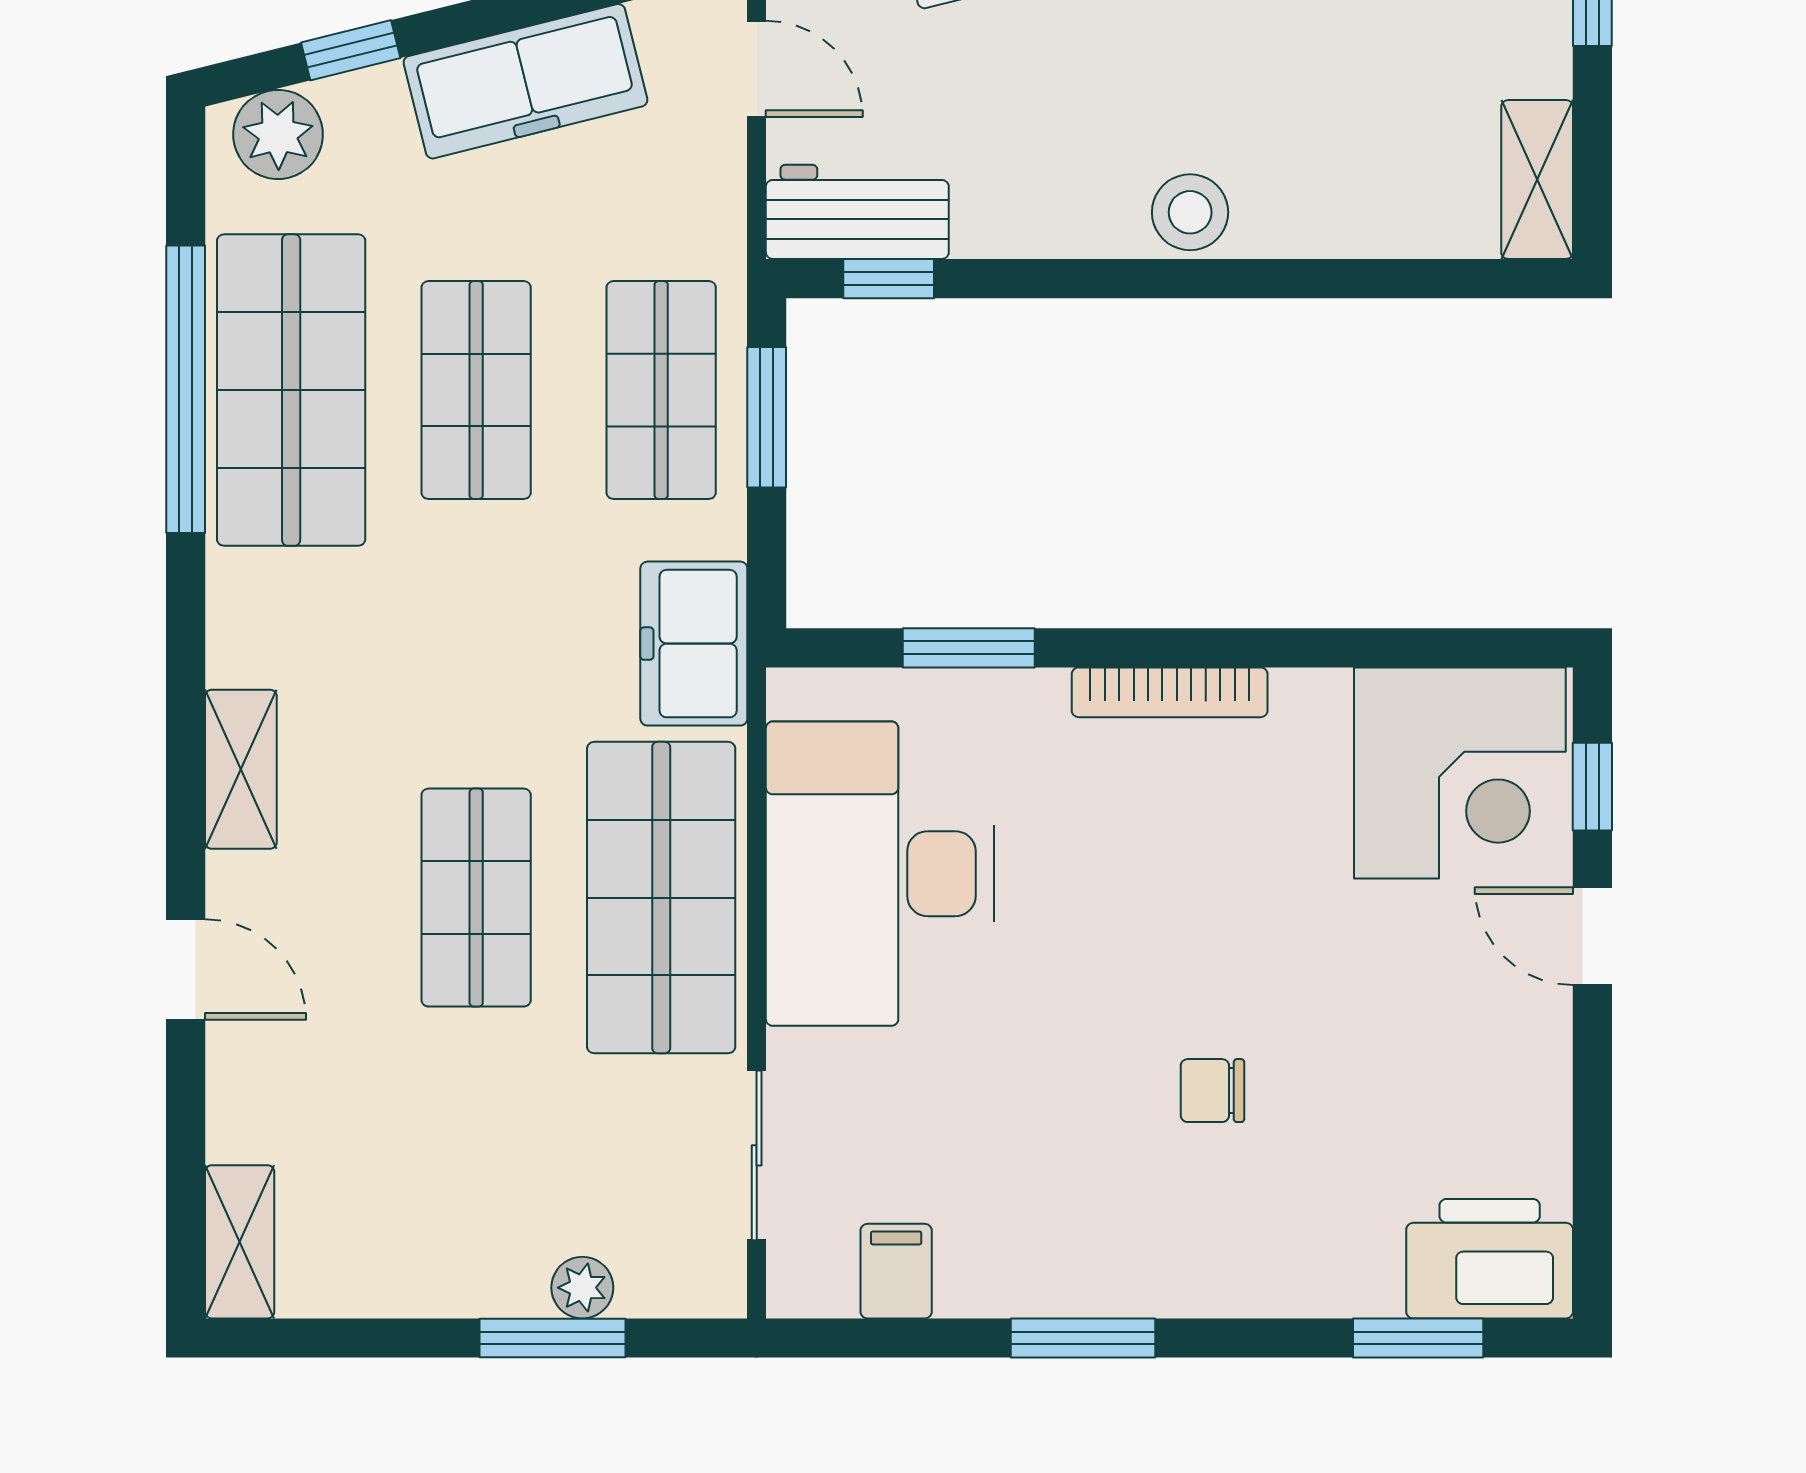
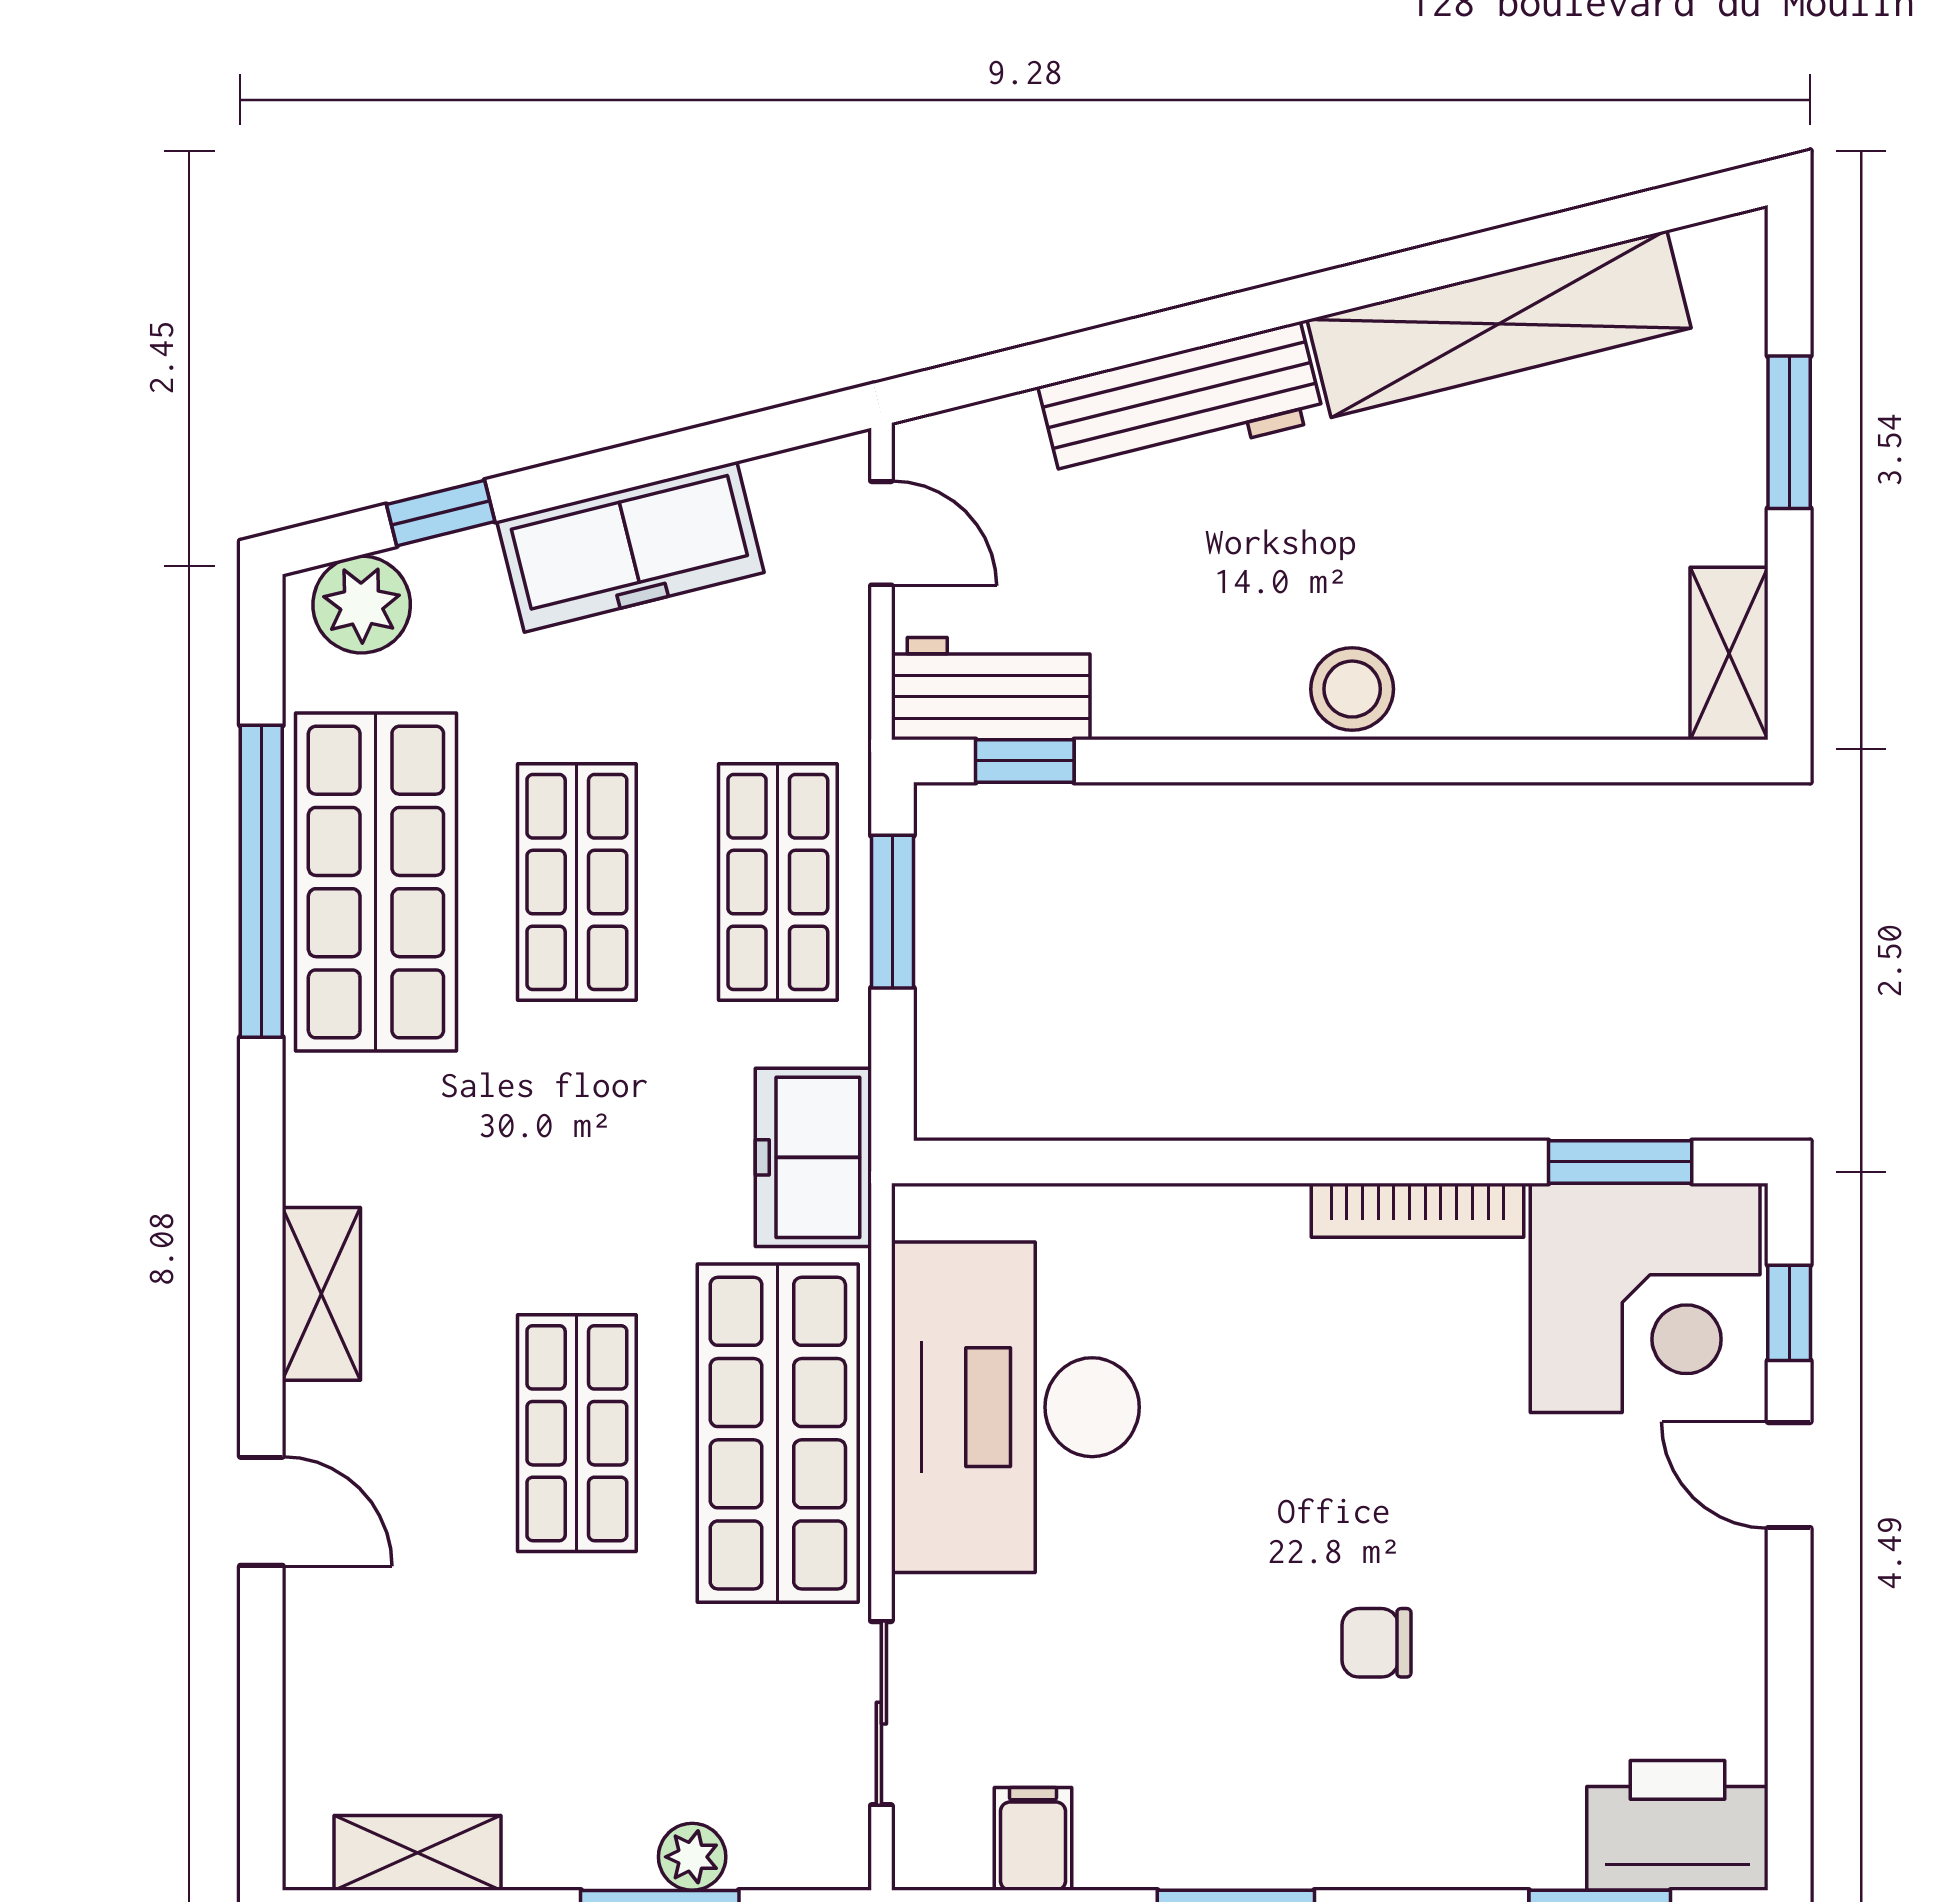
window: (969, 648) -> (1620, 1162), moved
bookcase: (1170, 692) -> (1417, 1210), moved
shelving: (240, 1242) -> (418, 1853), moved, turned 90

